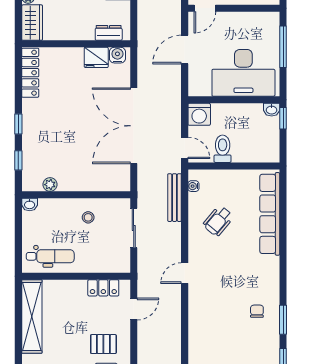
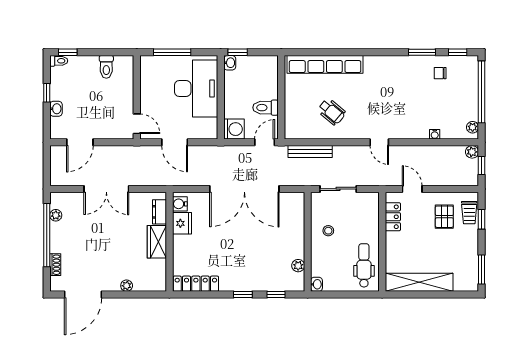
wardrobe: (32, 23) -> (157, 242), moved, turned -90
water cooler: (193, 186) -> (435, 134), moved
chair: (257, 311) -> (440, 73), moved

